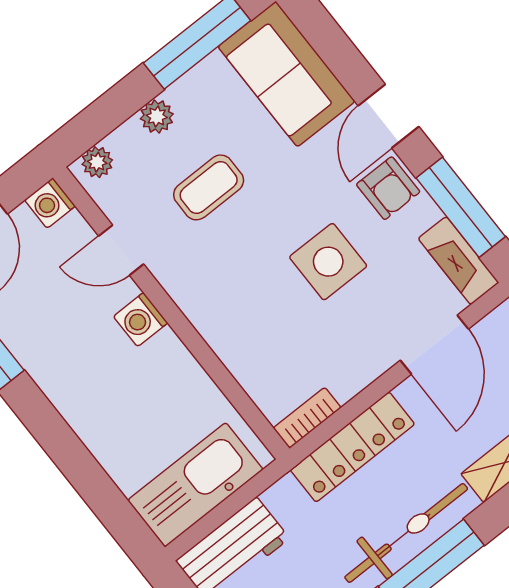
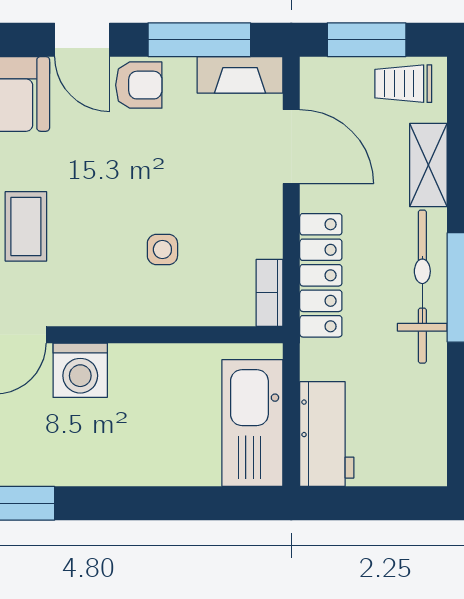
side table: (328, 262) -> (162, 250), moved, width x0.54, depth x0.54
washing machine: (141, 320) -> (80, 370), width x1.38, depth x1.38

